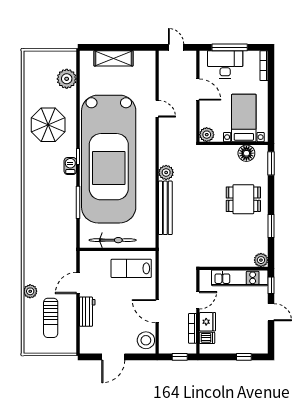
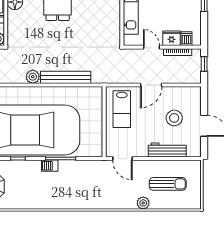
barbecue: (70, 166) -> (50, 166), moved
bicycle: (113, 240) -> (96, 126), removed
door: (78, 283) -> (122, 159), moved
door: (157, 311) -> (151, 85), moved
workbench: (87, 312) -> (167, 150), width x1.38
stool: (146, 340) -> (174, 118), moved

